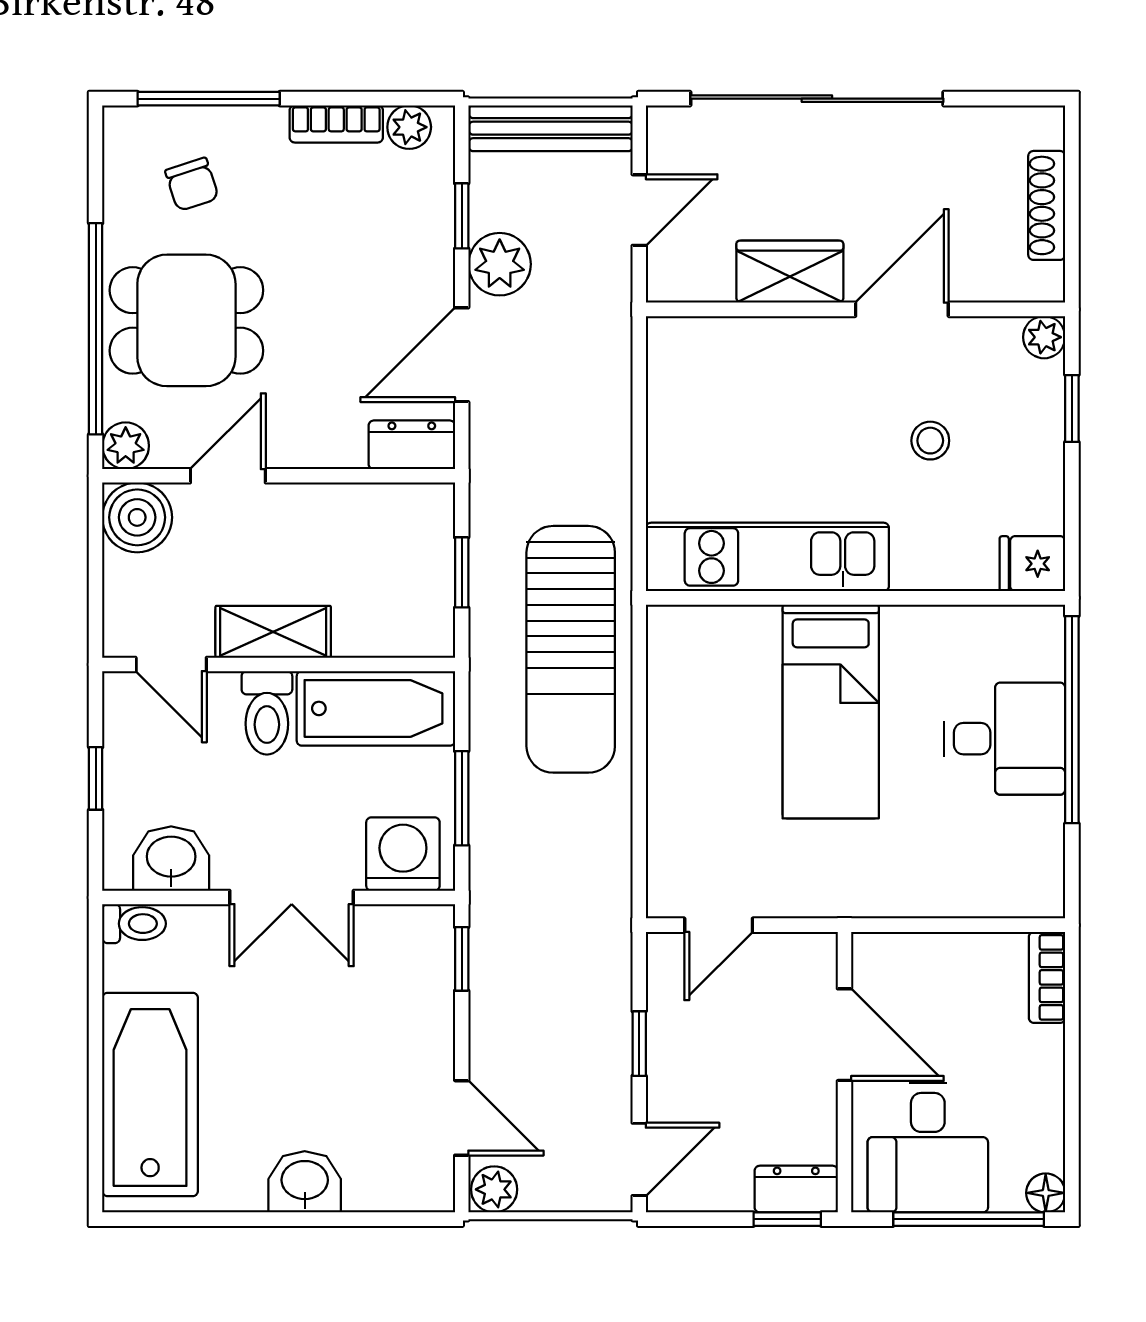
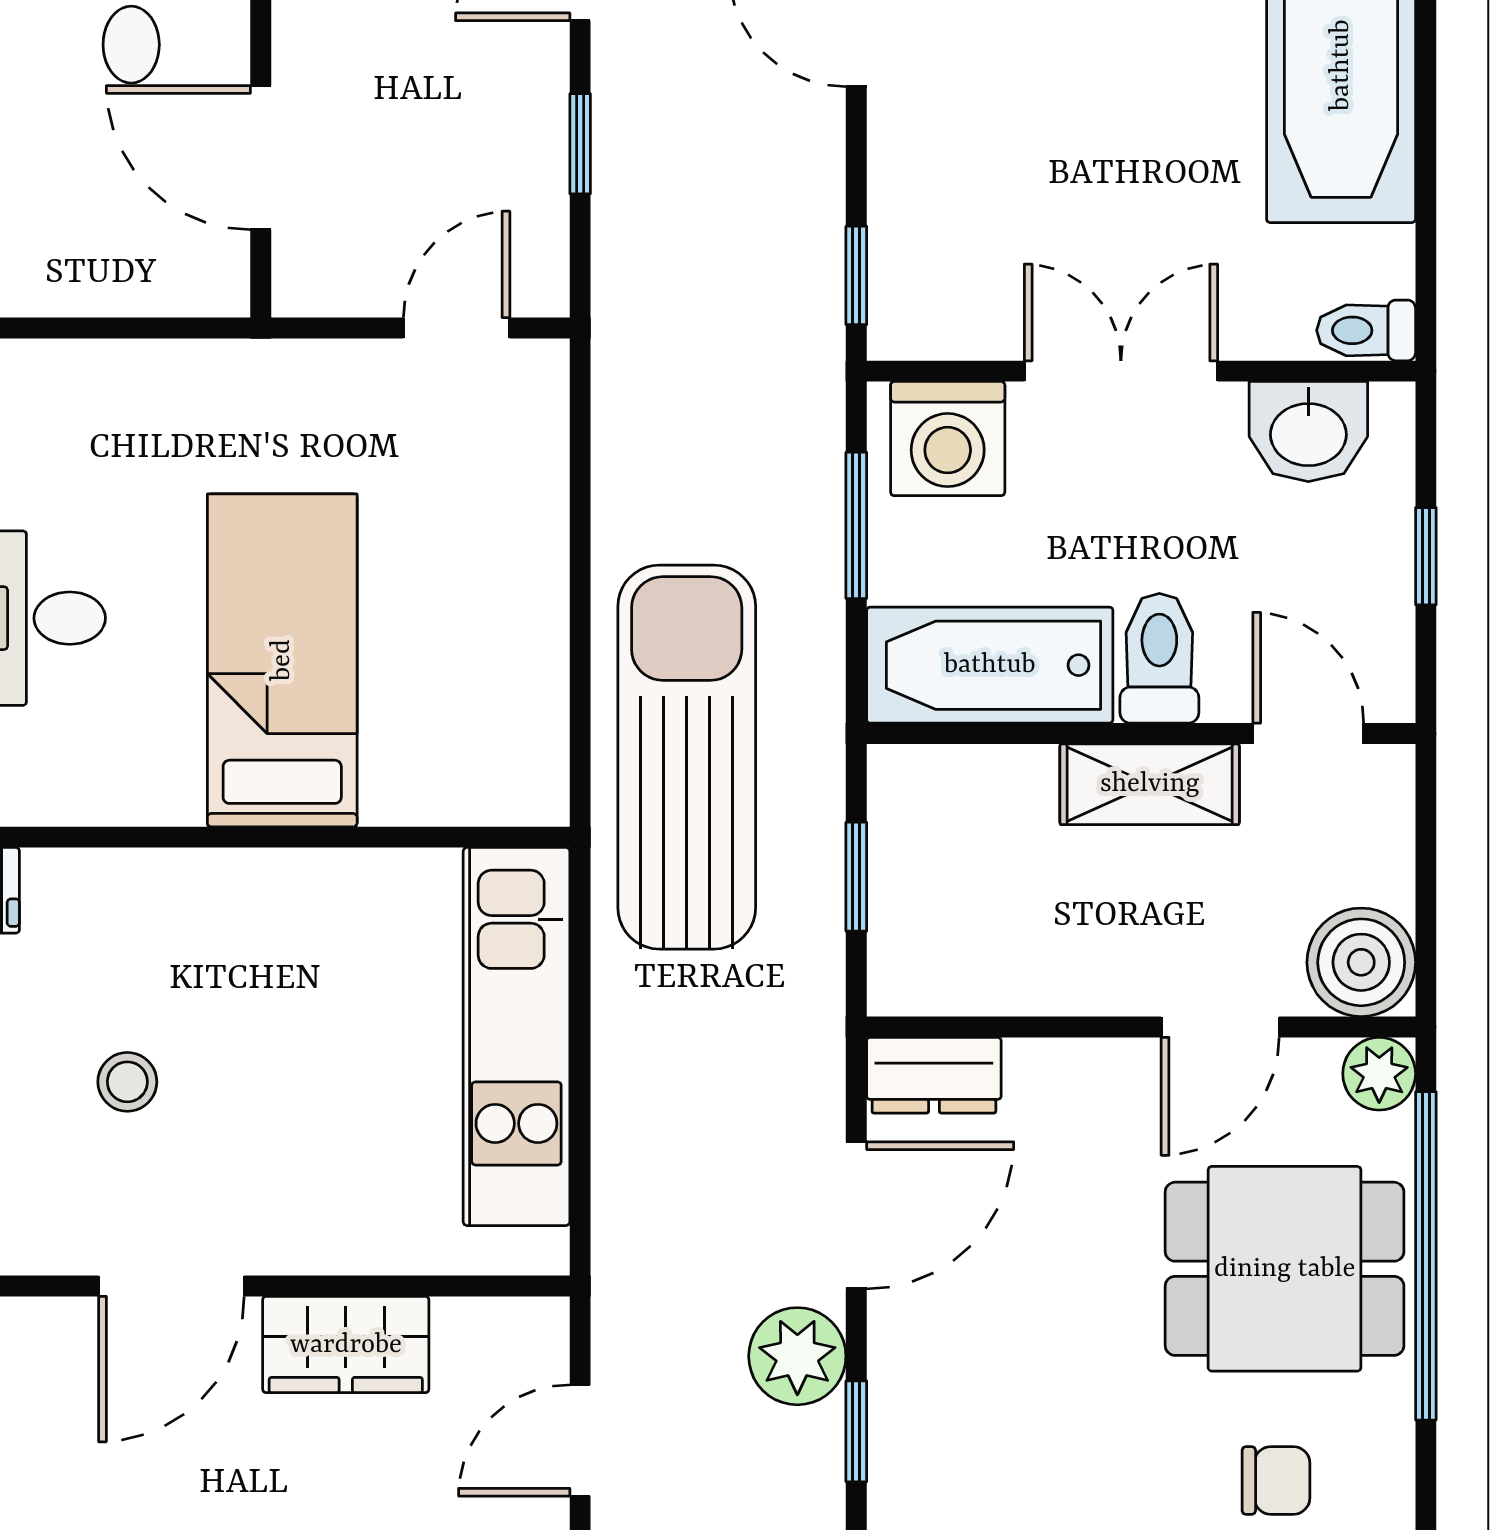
chair: (192, 184) -> (1276, 1480), turned 108
kitchen unit: (767, 557) -> (516, 1037), moved, turned 90

